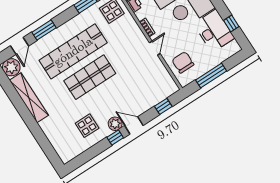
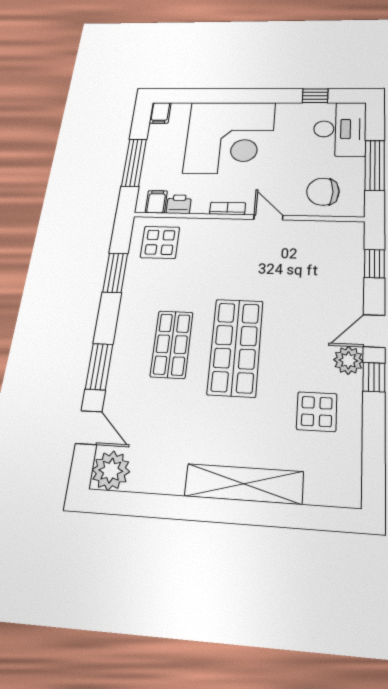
desk: (214, 31) -> (340, 129), moved, turned 90
shop shelf: (73, 51) -> (172, 344), width x0.50, depth x0.74
shelving: (29, 98) -> (244, 484), moved

